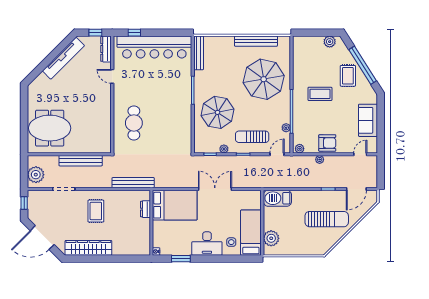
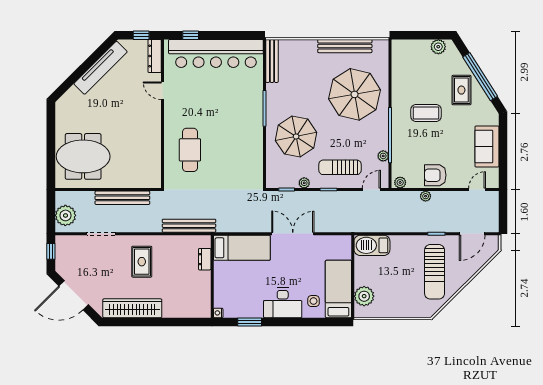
armchair: (327, 143) -> (435, 175), turned 180
bed: (175, 205) -> (242, 248), width x0.67
sun lounger: (327, 219) -> (435, 272), turned 90

